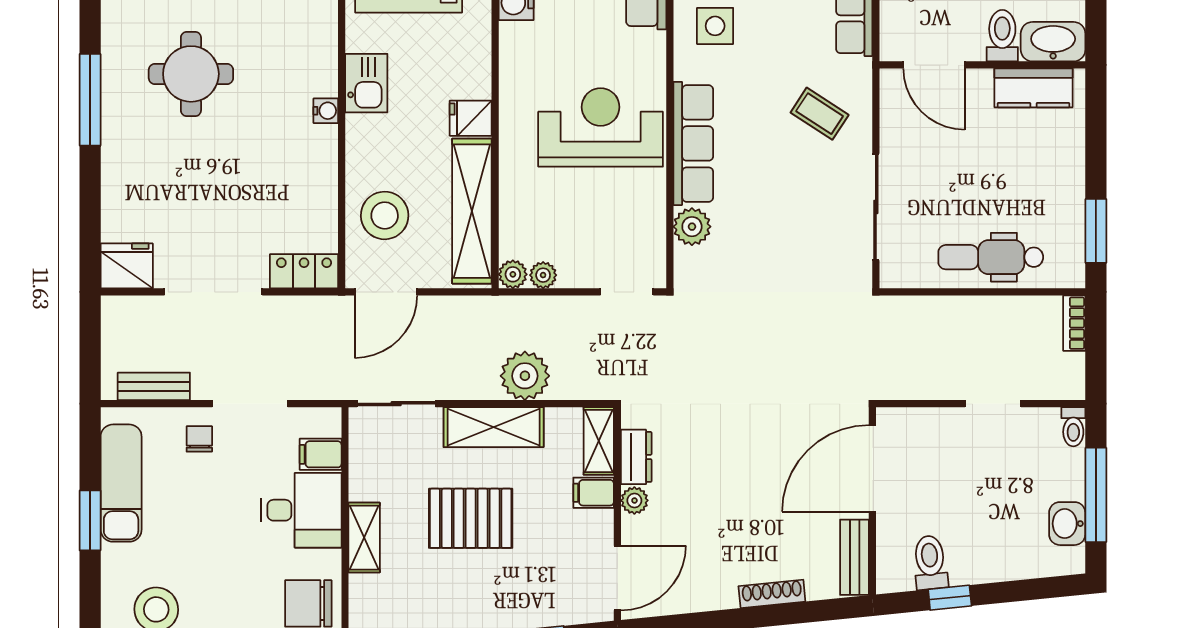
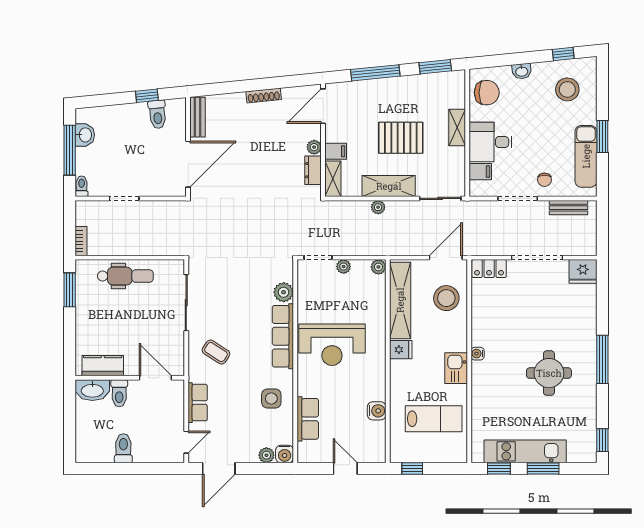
plant: (543, 275) -> (344, 267), moved
plant: (525, 376) -> (378, 207), width x0.53, depth x0.53
shoe rack: (772, 594) -> (264, 95), moved

